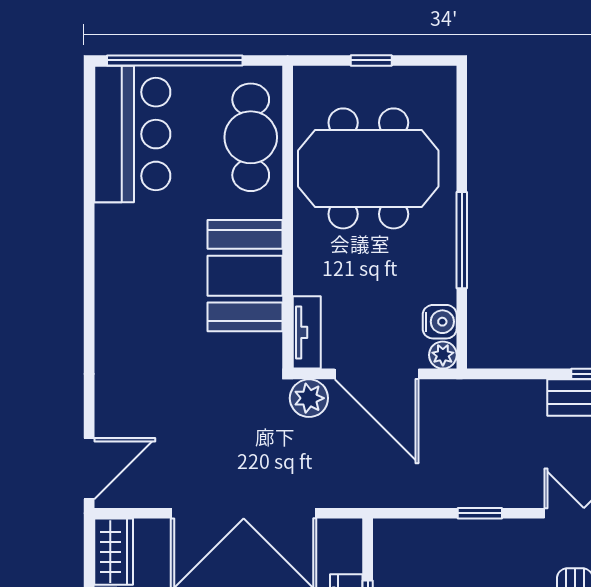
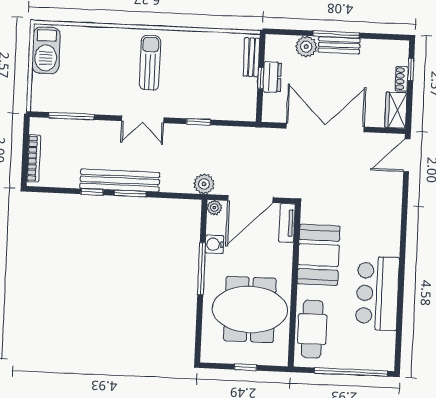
bar counter: (132, 134) -> (377, 293), moved
water cooler: (440, 322) -> (214, 244), moved
door: (377, 374) -> (250, 199), swing flipped
plant: (309, 398) -> (204, 184), moved

